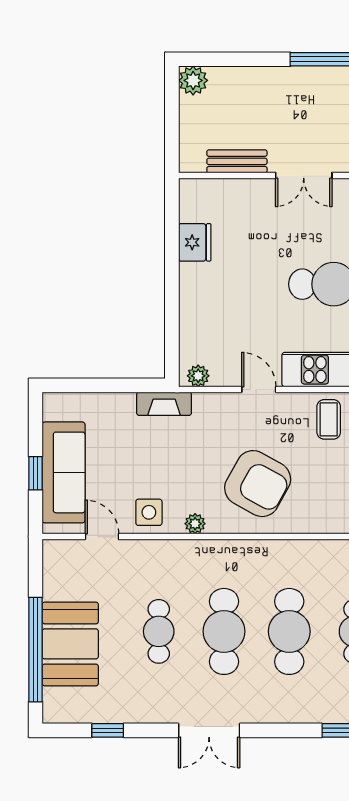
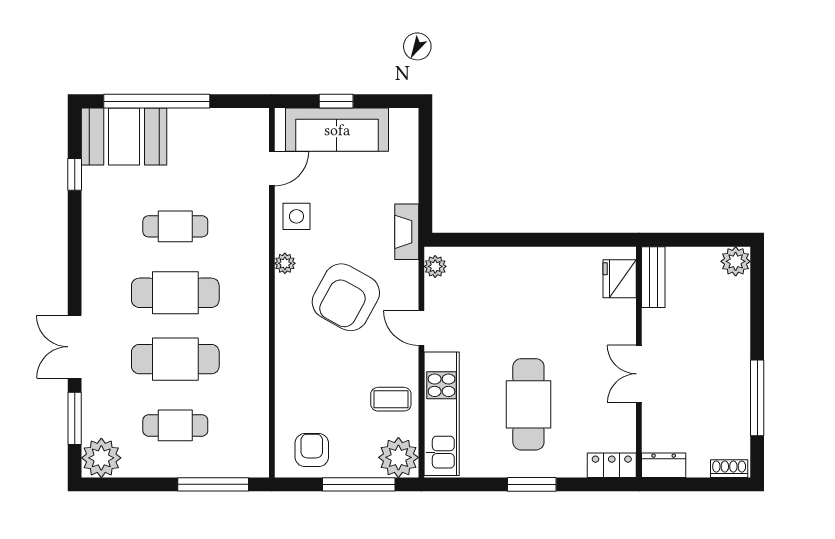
bench: (237, 161) -> (653, 277), moved
fridge: (195, 242) -> (620, 279), moved, turned 90
door: (259, 389) -> (421, 328), swing flipped
armchair: (258, 484) -> (346, 297), moved
booth: (70, 644) -> (124, 136), moved
double door: (209, 730) -> (75, 347), moved

